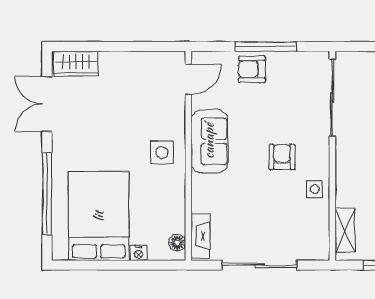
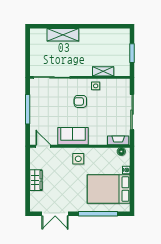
wardrobe: (76, 64) -> (36, 180), moved
armchair: (252, 69) -> (38, 116), removed
shelving: (345, 230) -> (103, 71), moved

